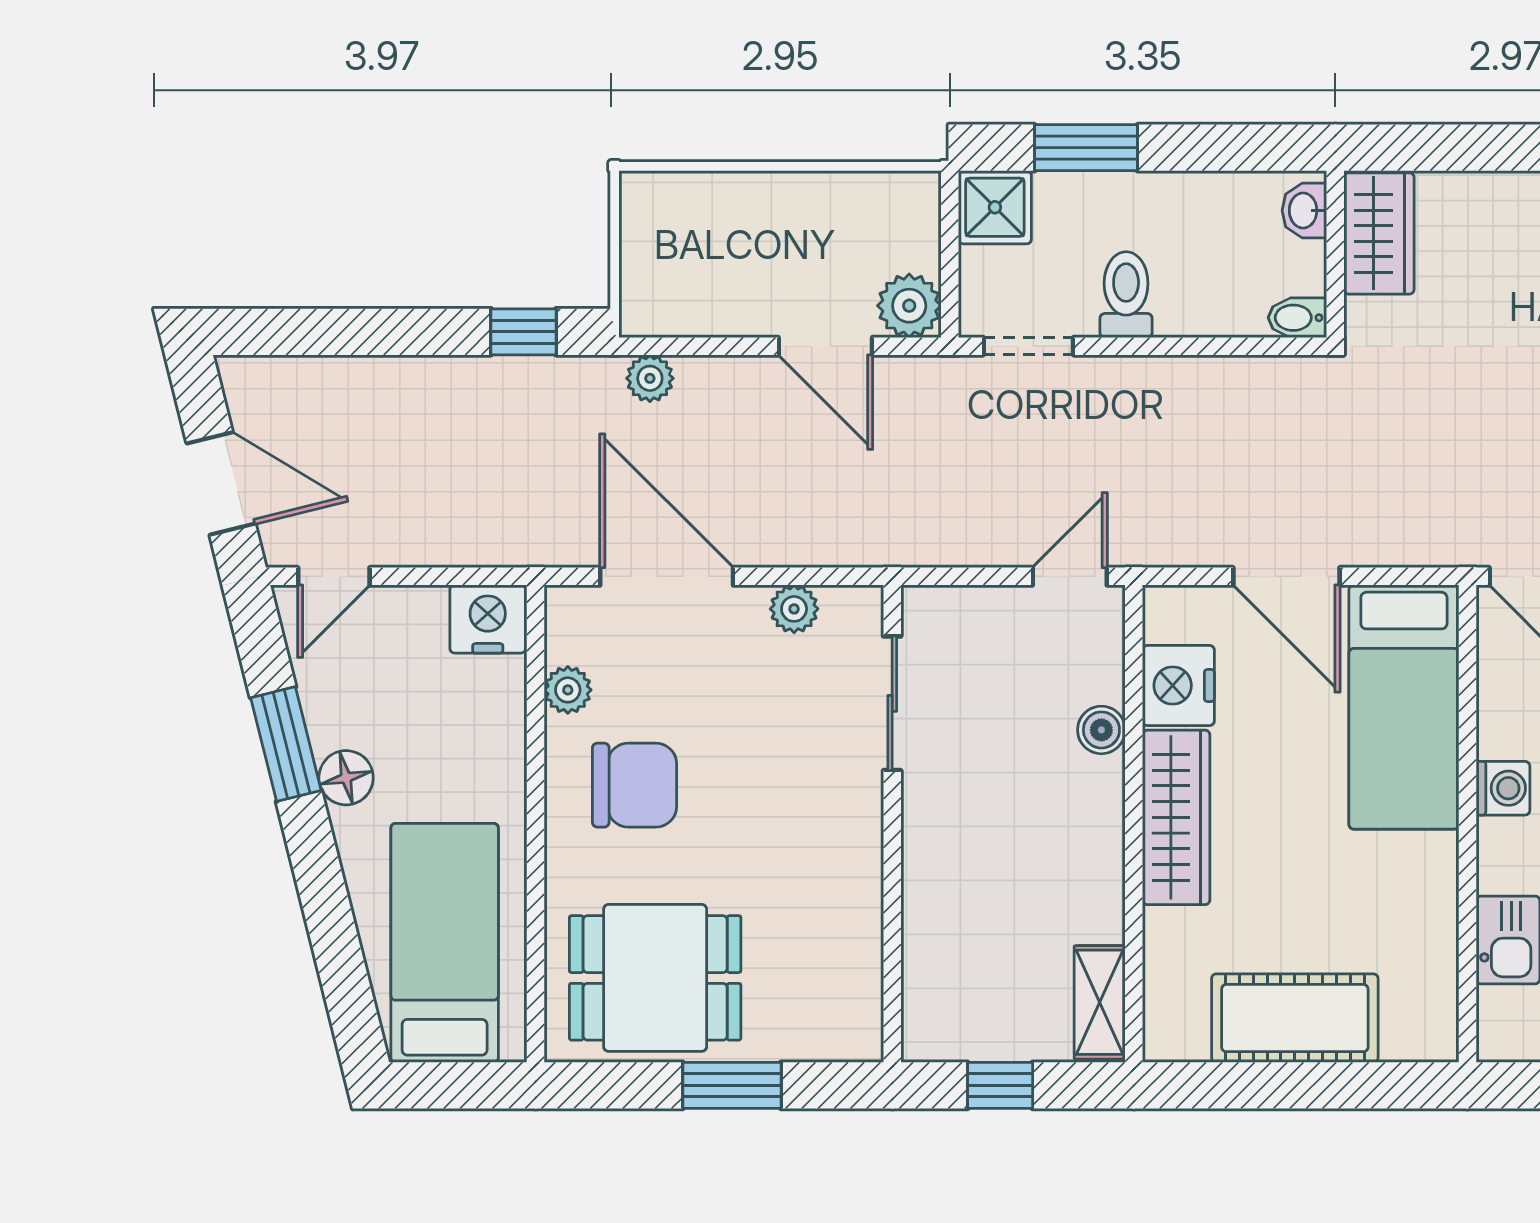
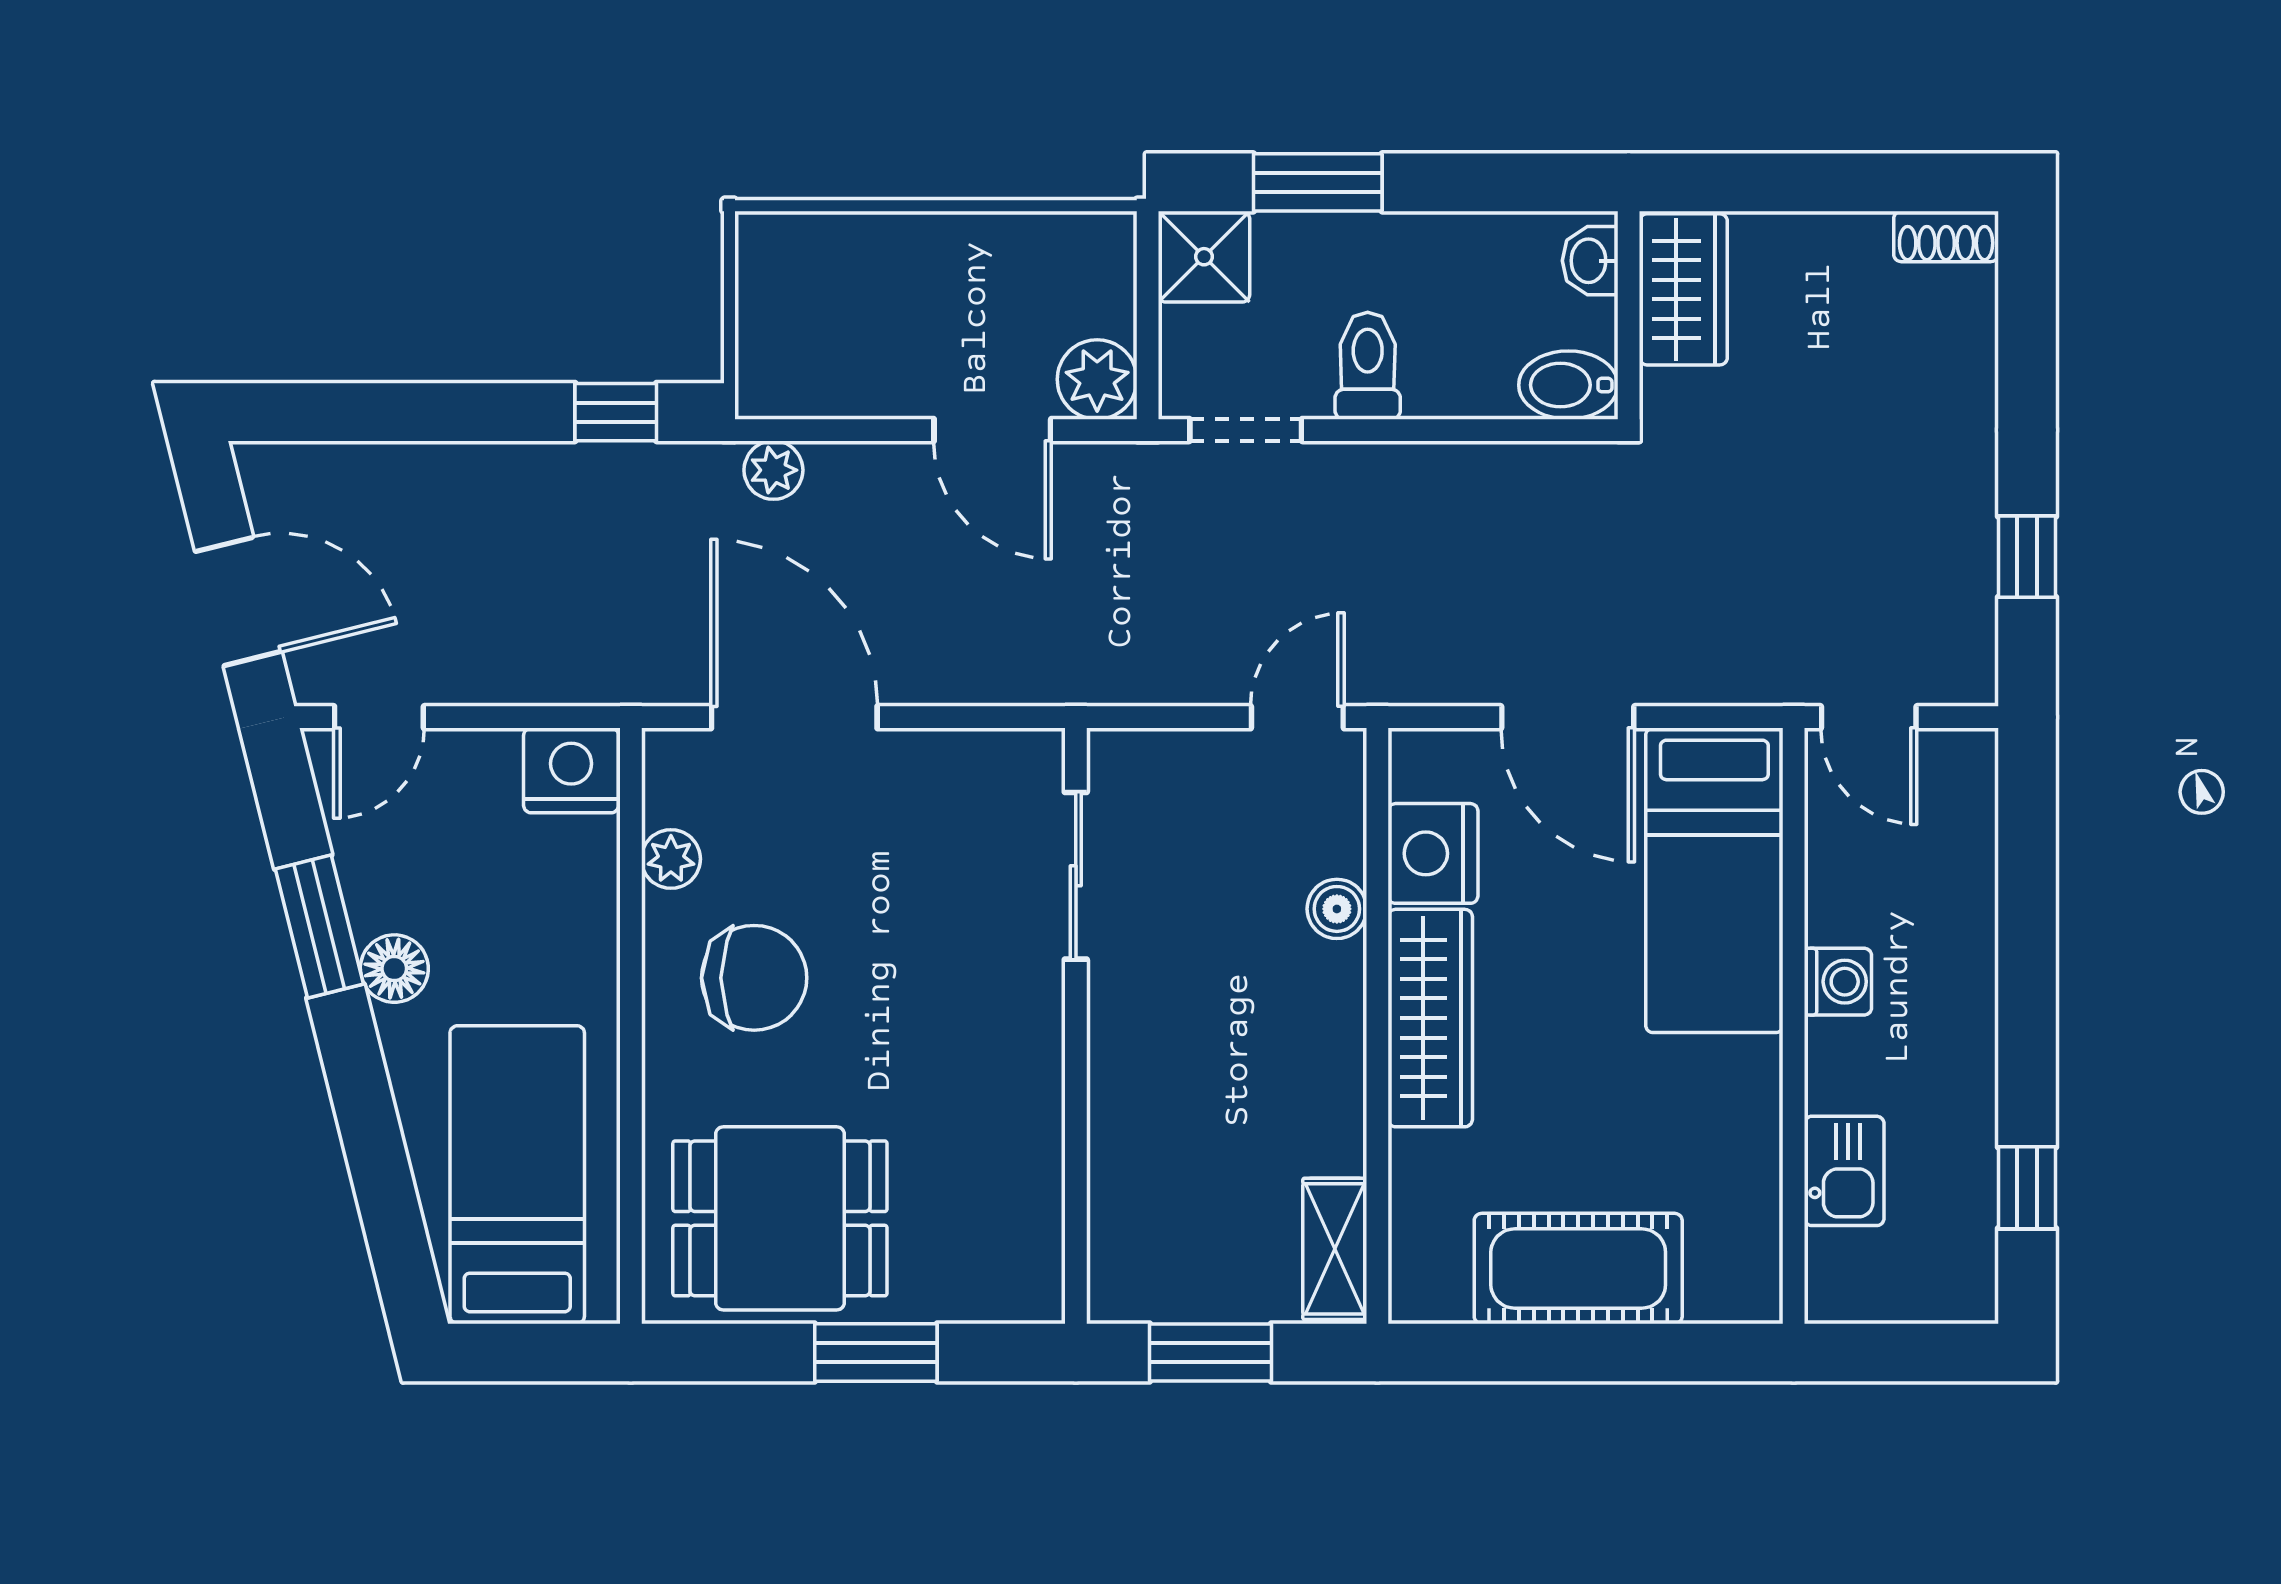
bidet: (1297, 318) -> (1568, 385), width x1.38, depth x1.36
plant: (794, 609) -> (953, 758), removed
window: (1000, 1085) -> (1210, 1352), width x1.50

